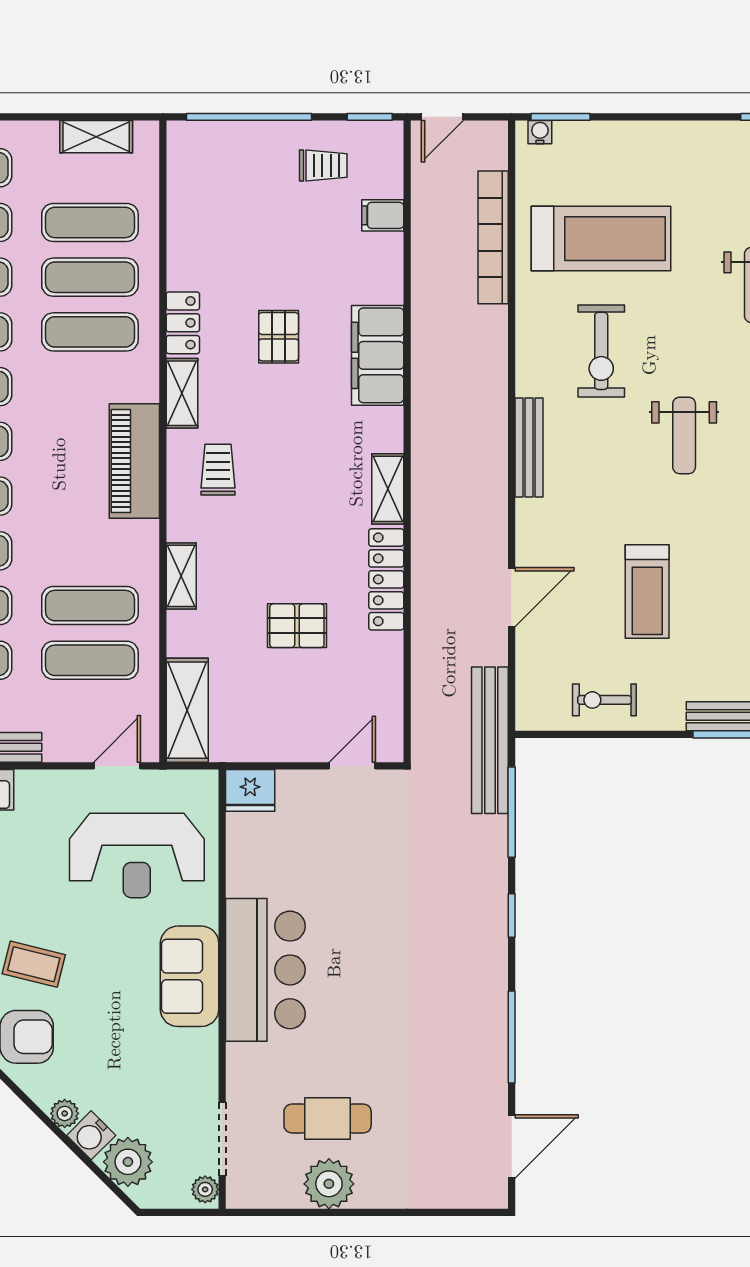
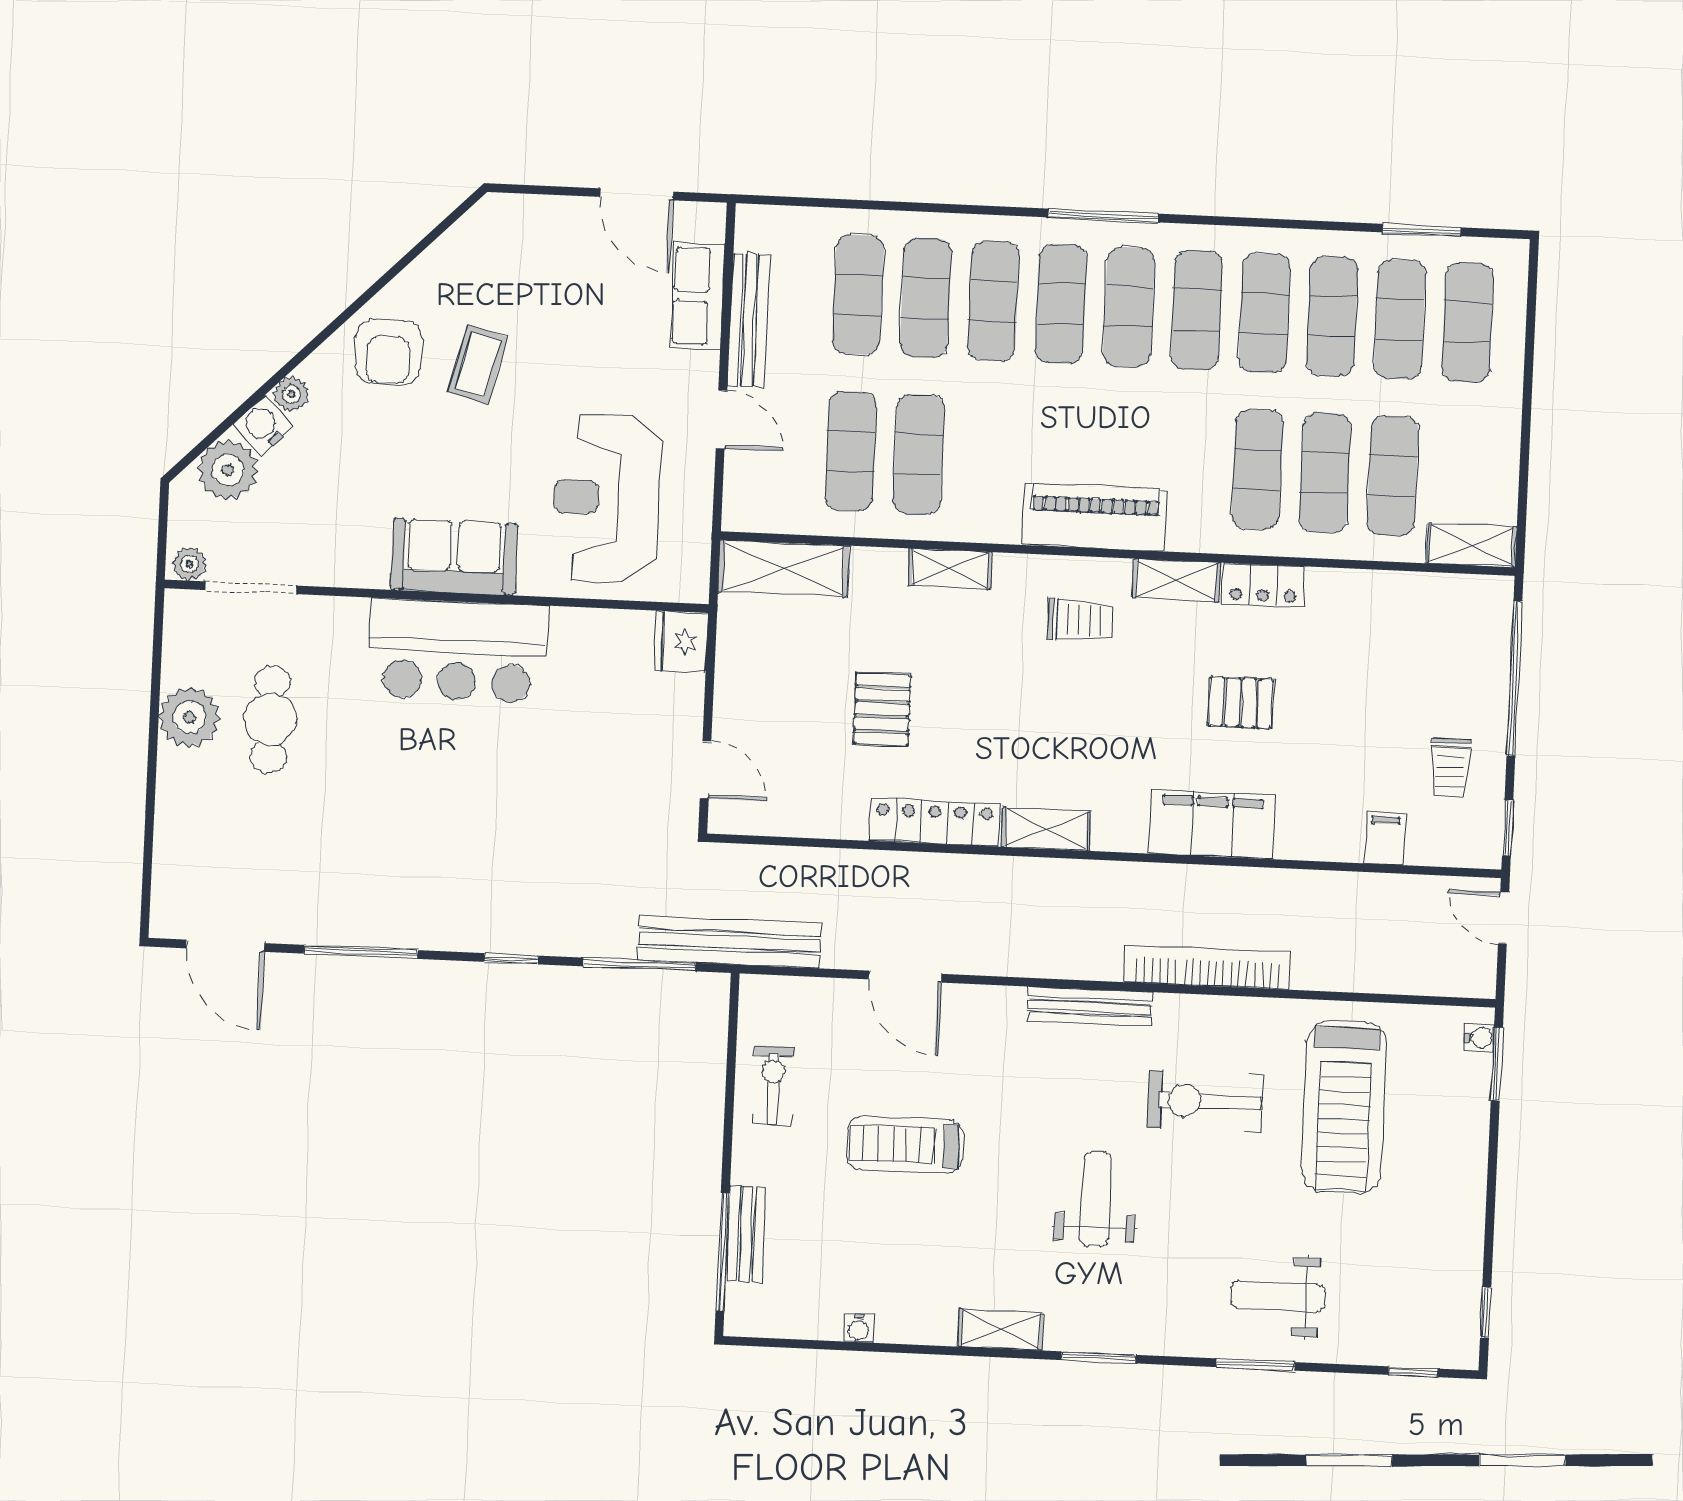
shelving: (96, 137) -> (1471, 545), moved, turned 90
bookcase: (493, 237) -> (1208, 967), moved
weight bench: (684, 435) -> (1096, 1199), turned 90
door: (117, 766) -> (721, 419), moved

